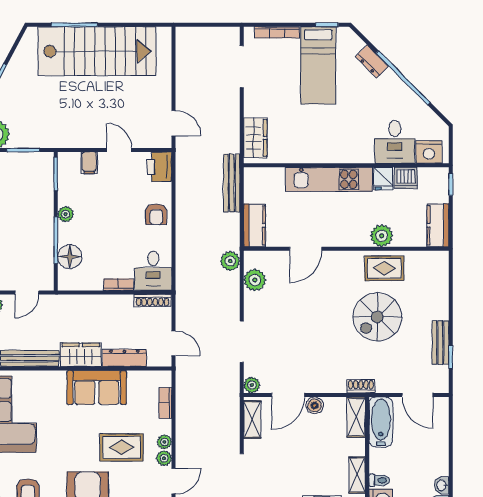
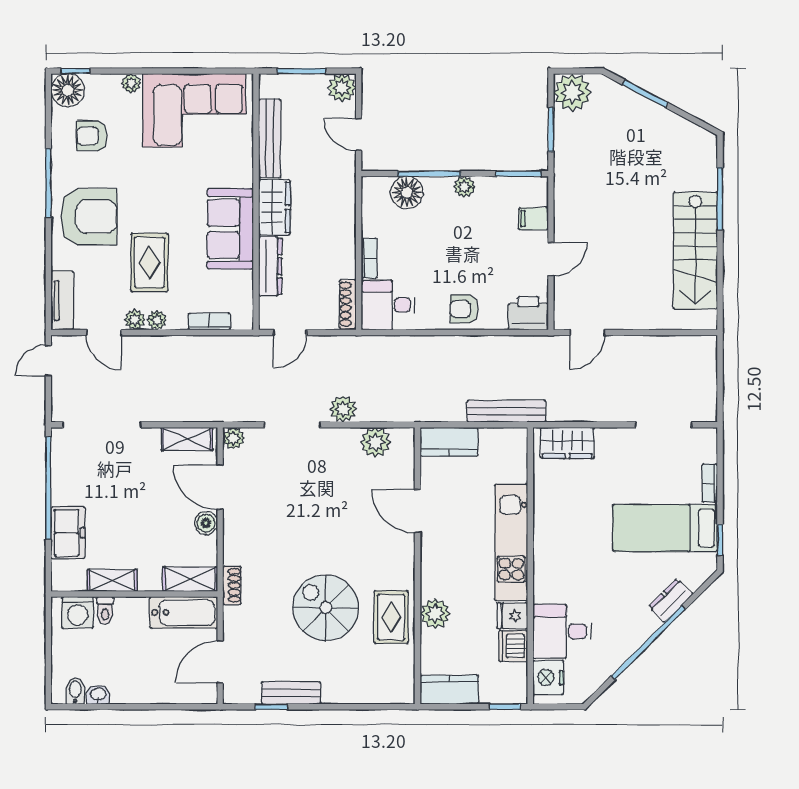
bookcase: (277, 32) -> (710, 483), width x0.64
stairs: (97, 51) -> (695, 250), width x0.73, depth x0.66
plant: (230, 261) -> (343, 409), moved

